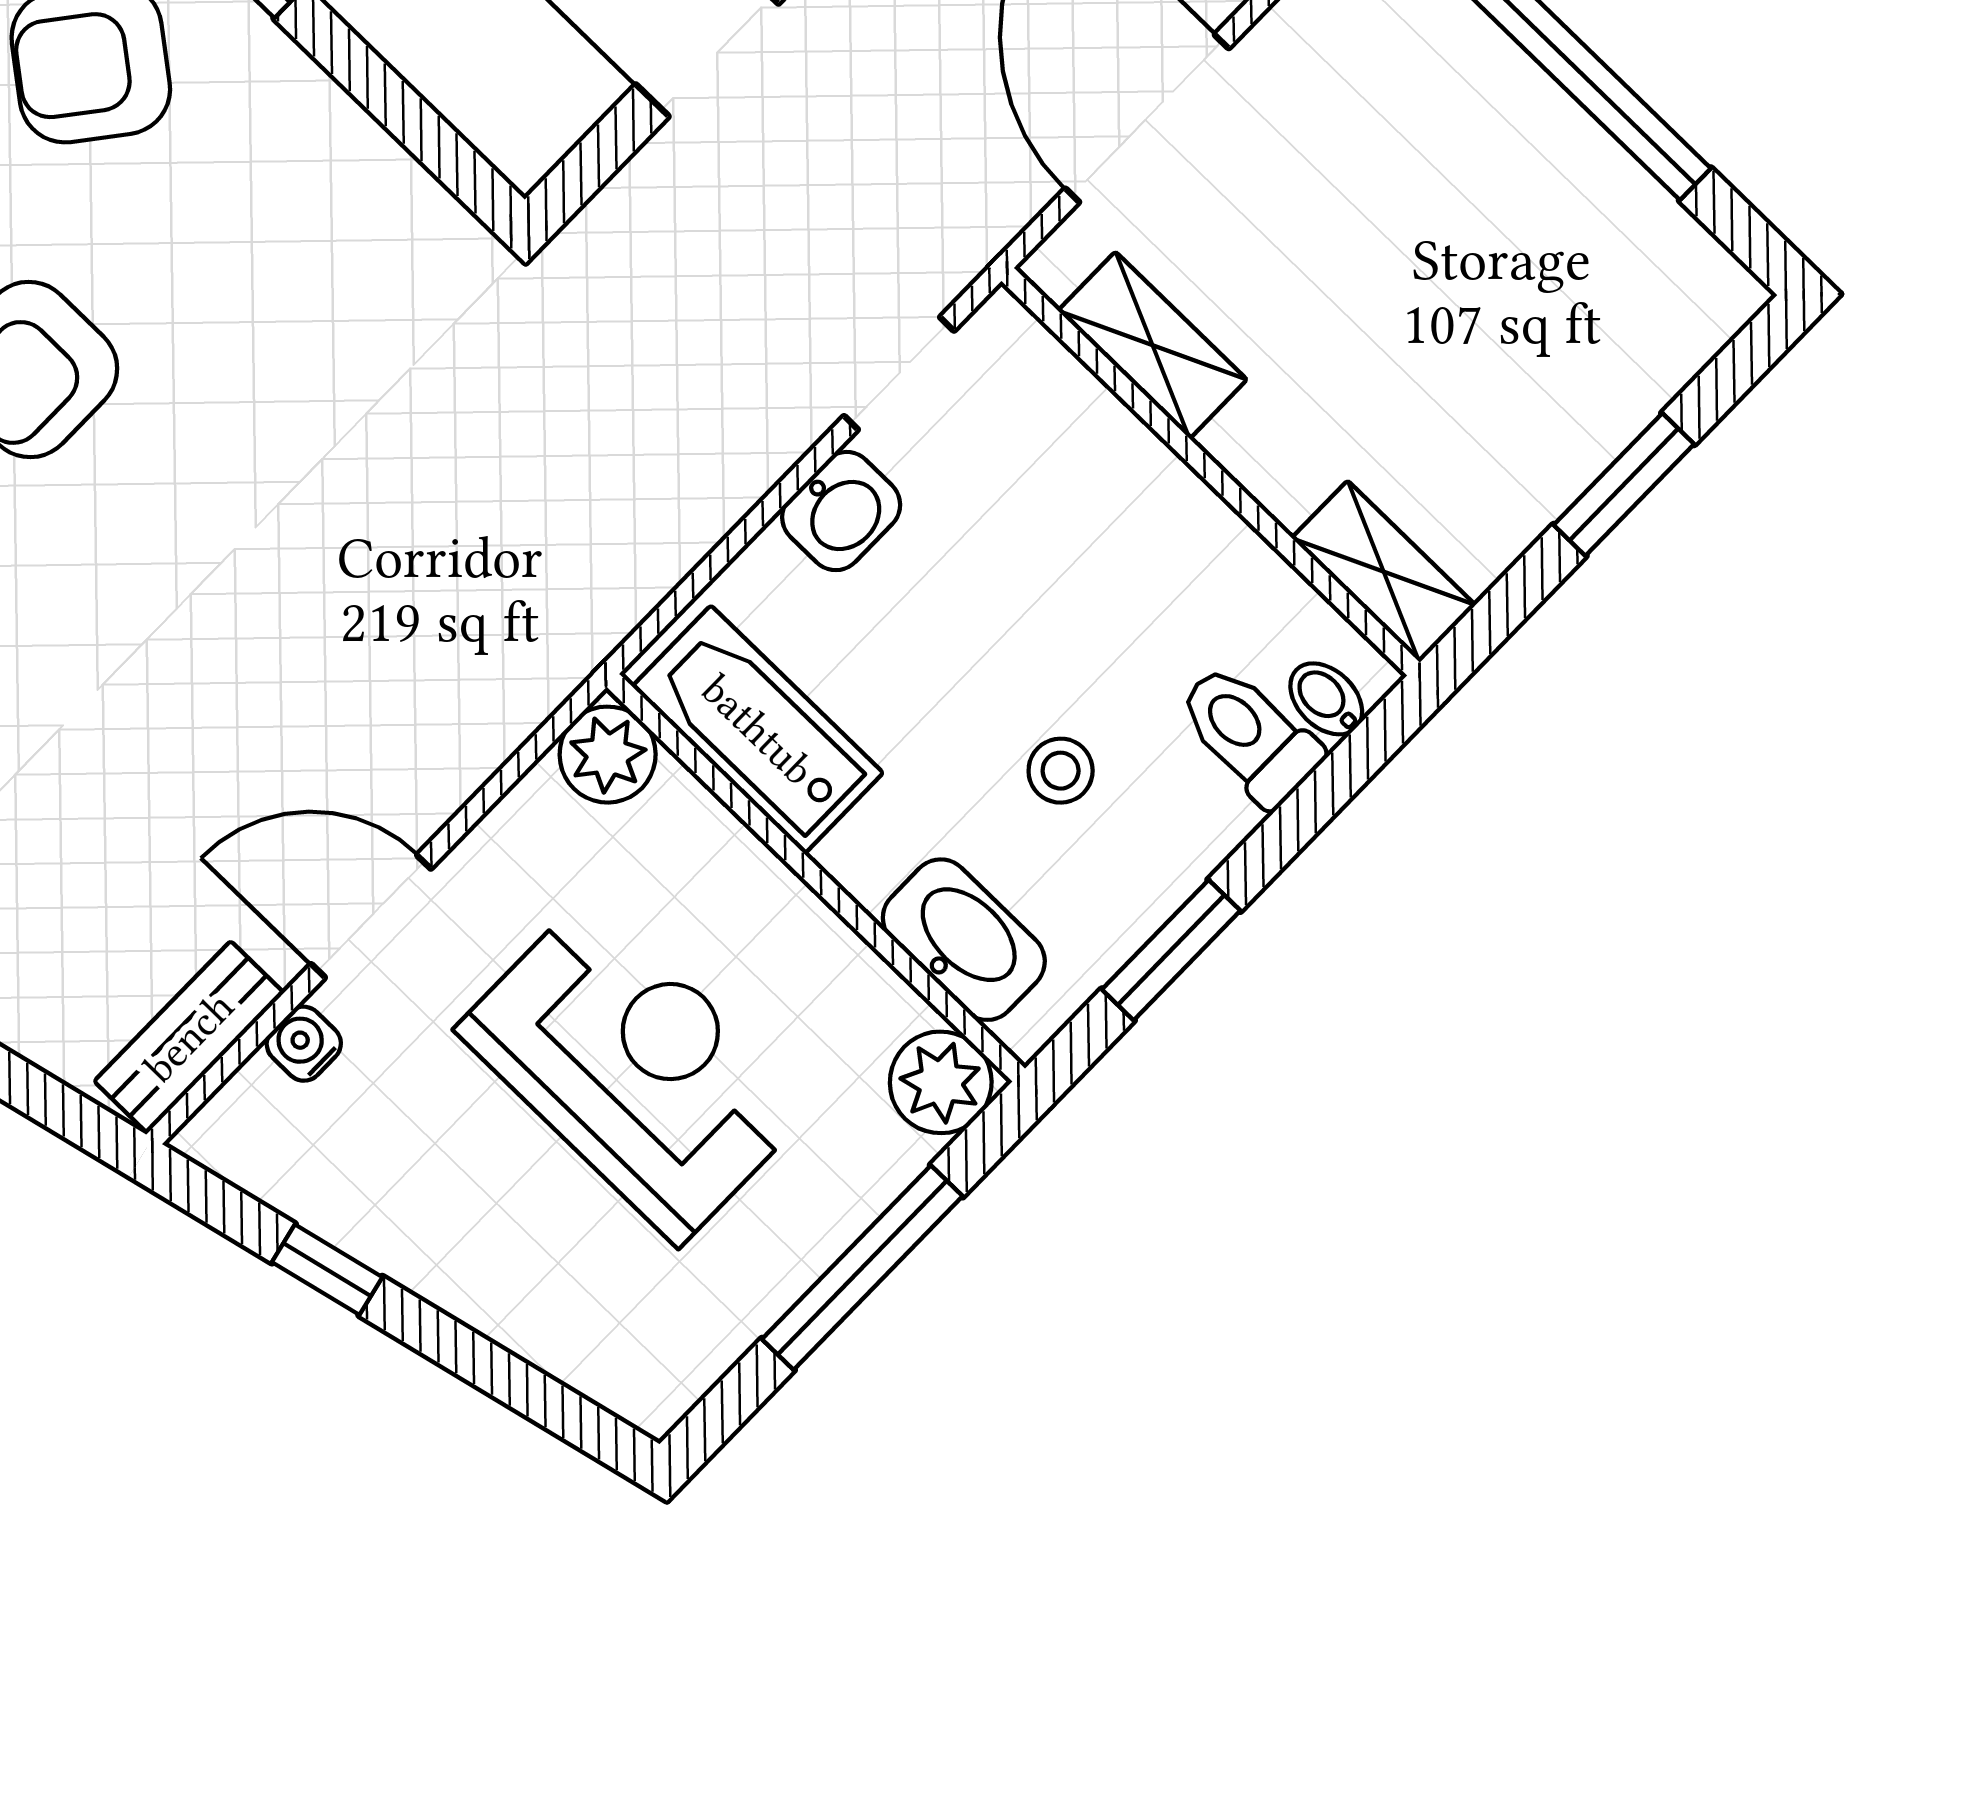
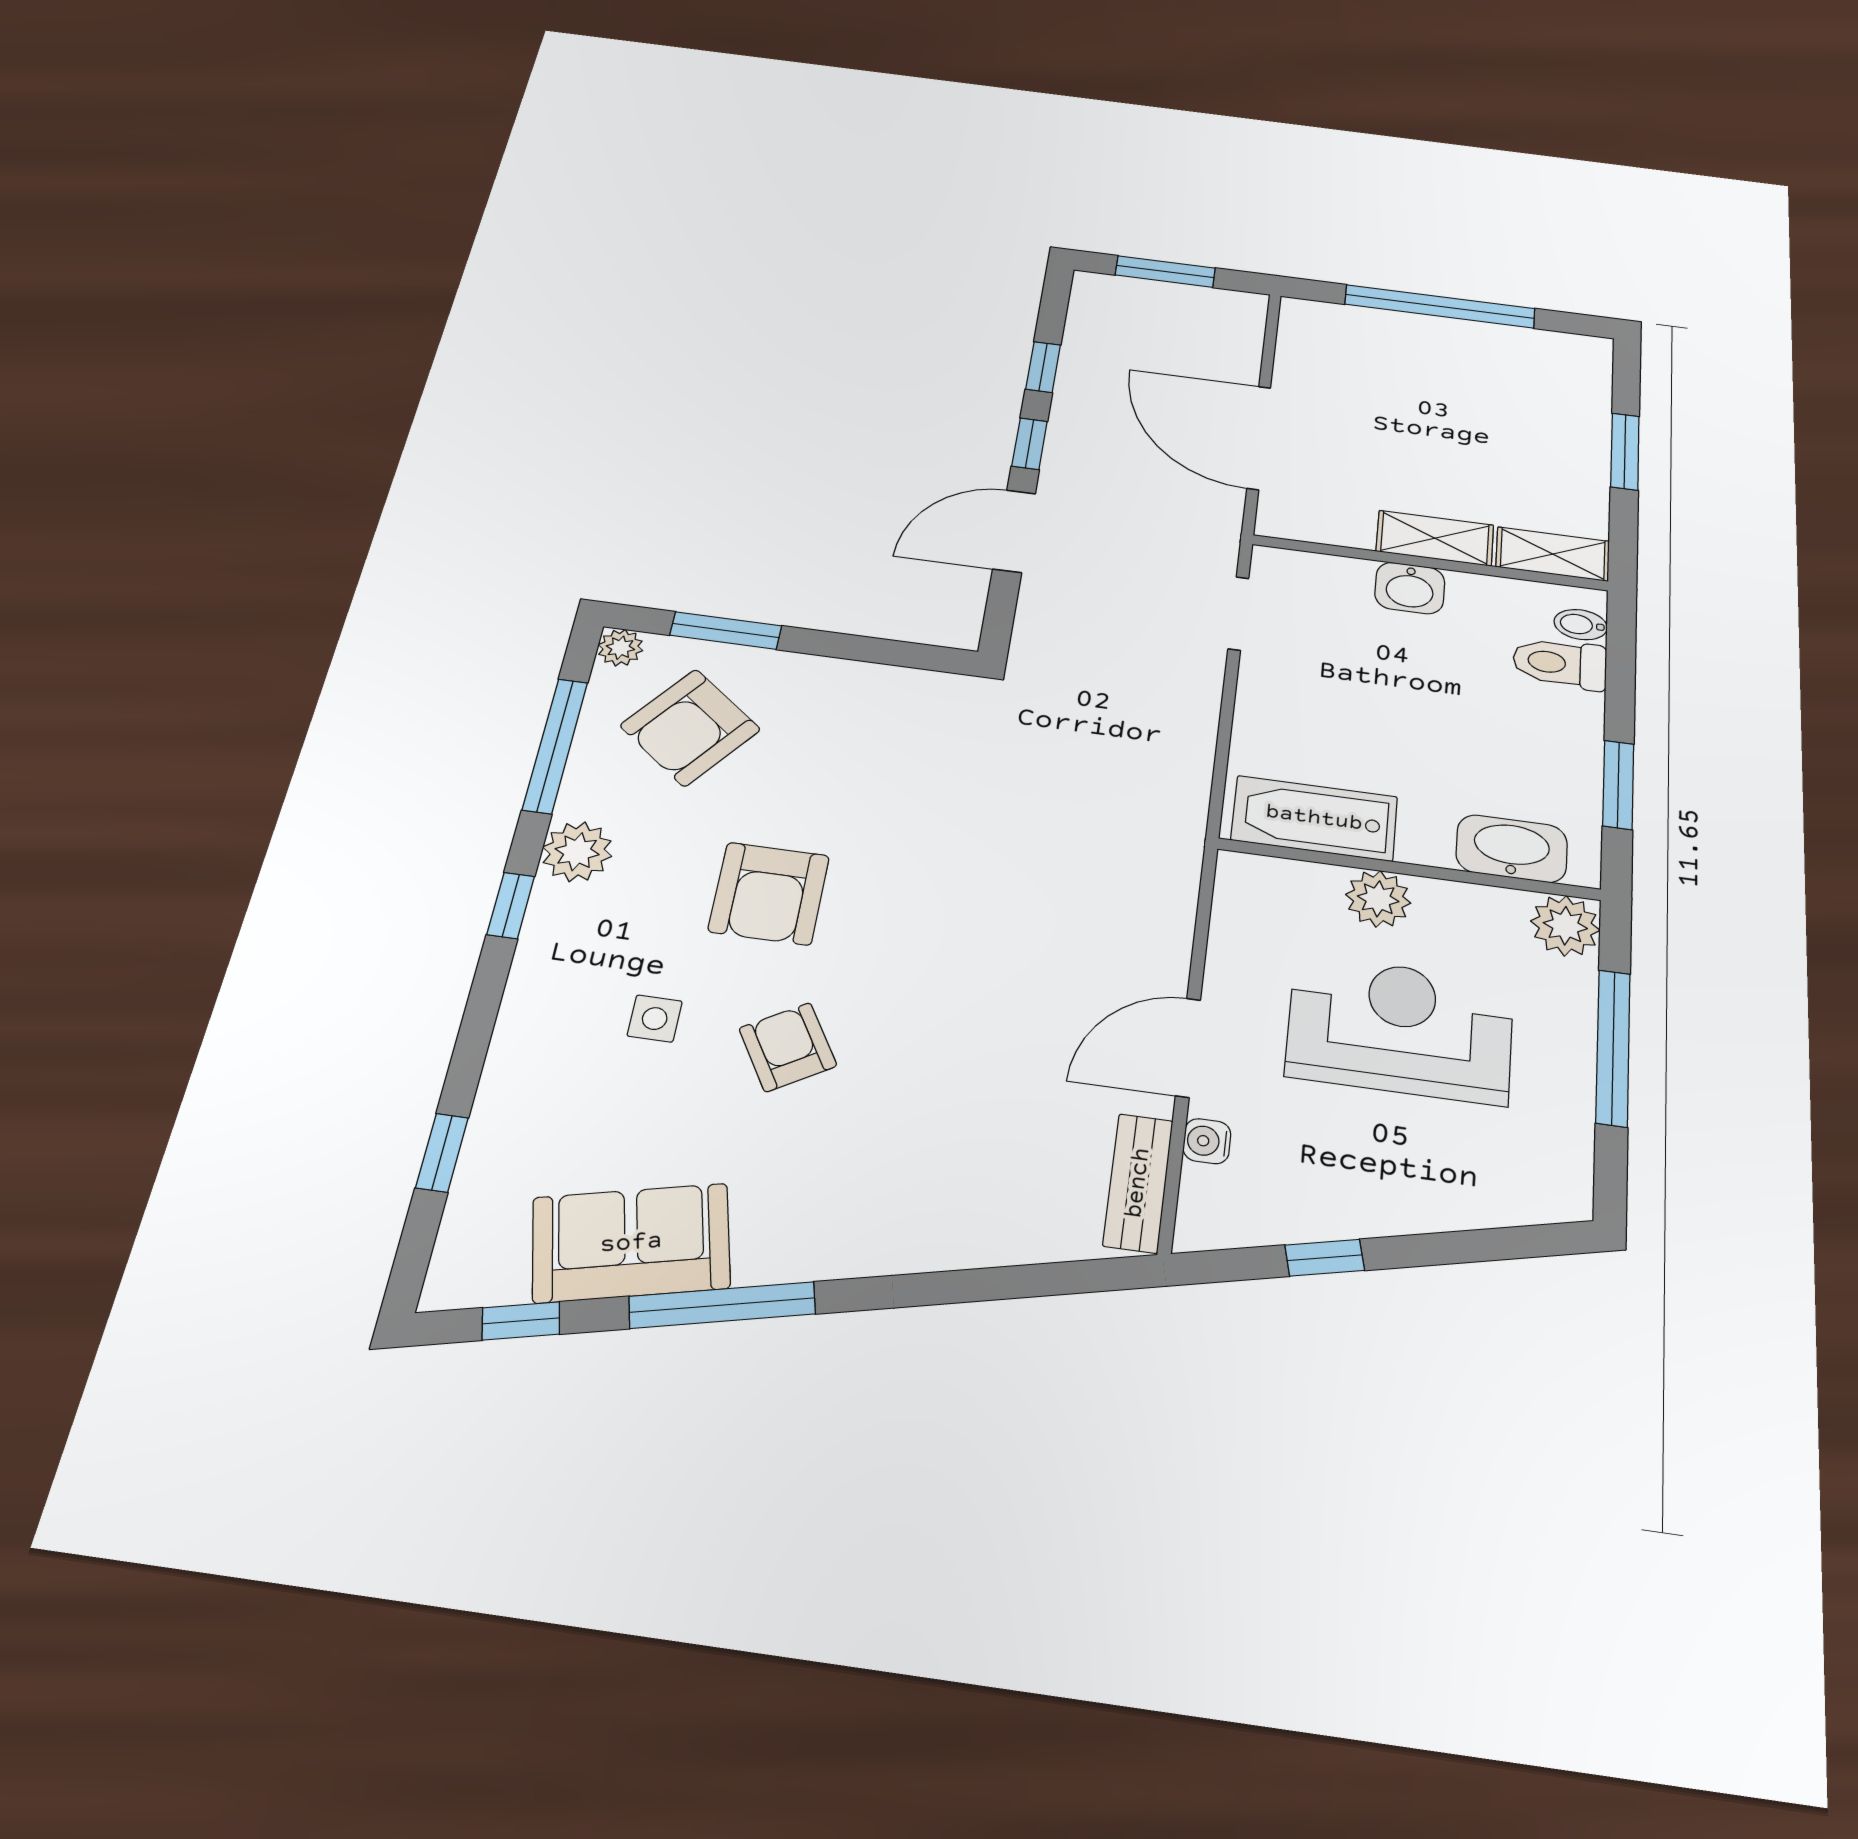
shelving: (1152, 345) -> (1435, 538), moved
washbasin: (841, 511) -> (1410, 588), moved, turned 90
plant: (608, 755) -> (1378, 899), moved
stool: (1061, 771) -> (1485, 738), removed

